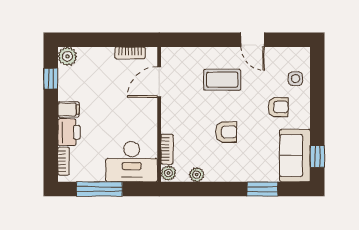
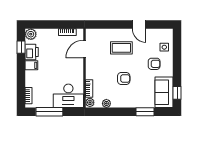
printer: (69, 132) -> (32, 52), moved

